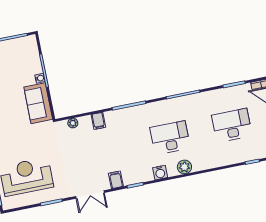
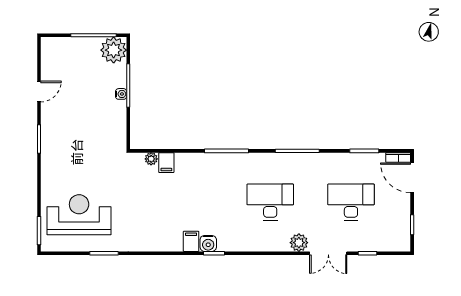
plant: (27, 46) -> (114, 50), added
sofa: (38, 103) -> (113, 125), removed
filing cabinet: (98, 121) -> (166, 163), moved
plant: (184, 167) -> (299, 243), moved
water cooler: (160, 173) -> (208, 243), moved
double door: (90, 194) -> (328, 253), moved

